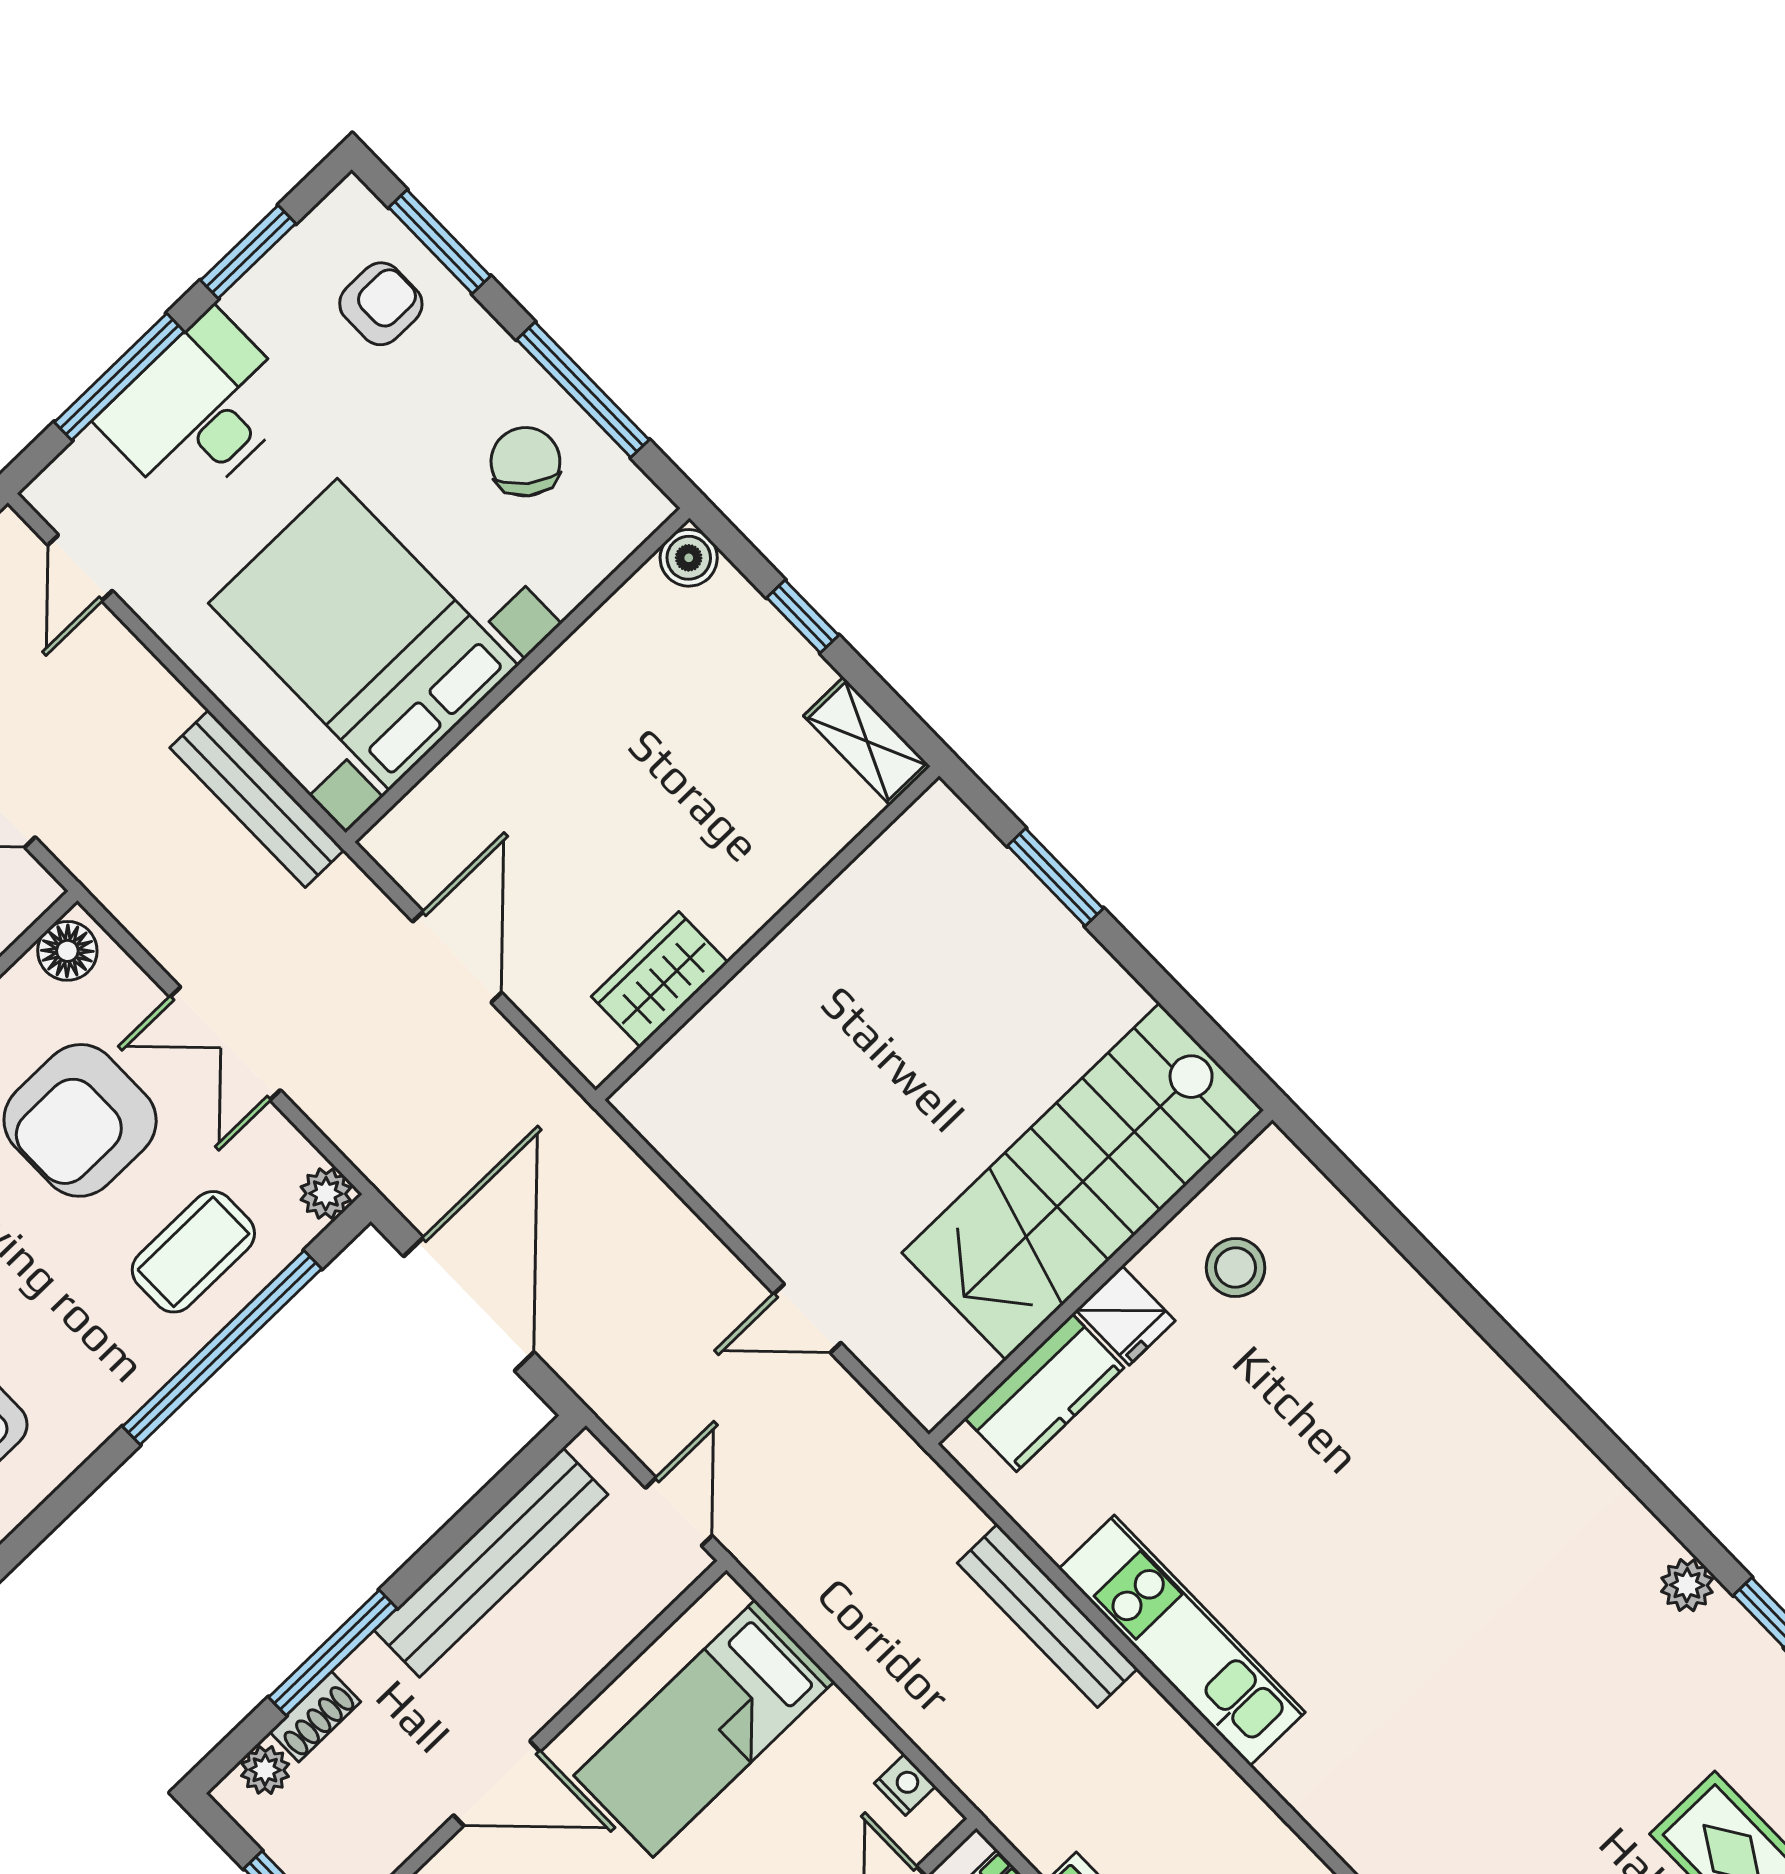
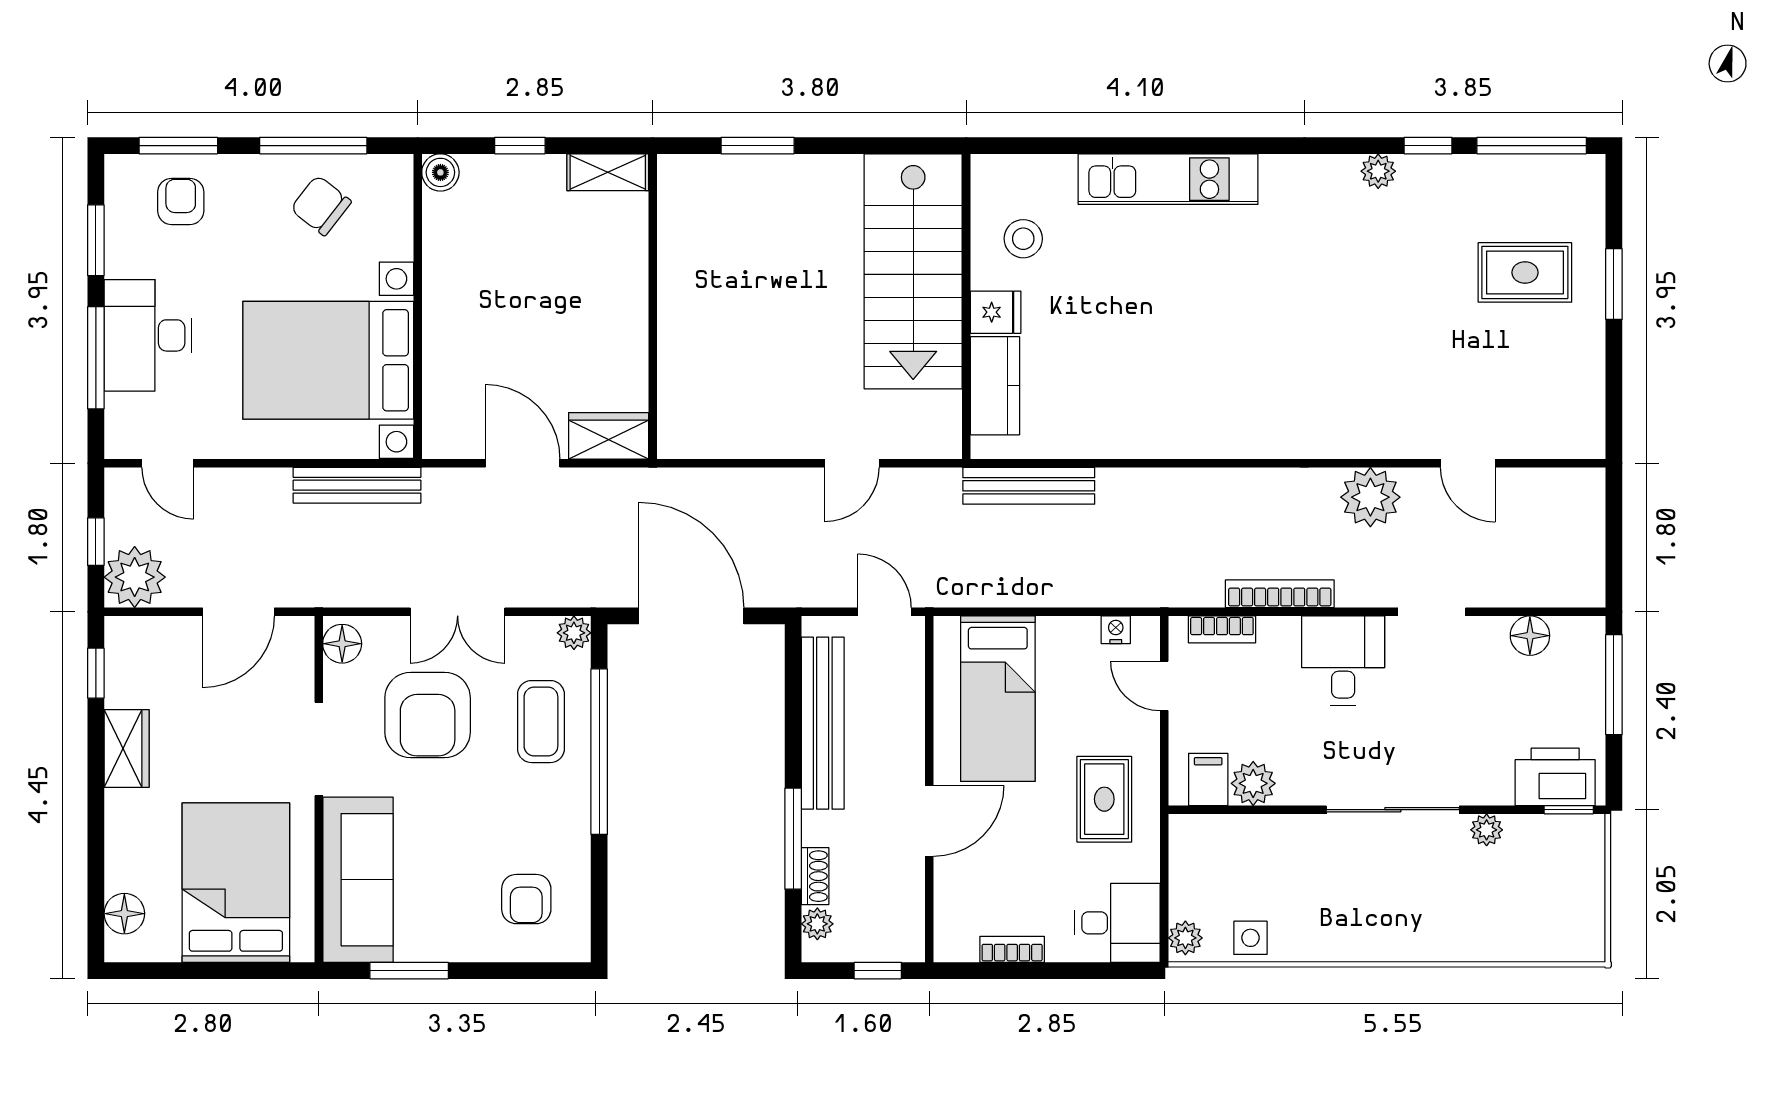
wardrobe: (660, 979) -> (609, 436), moved, turned 90
bench: (1047, 1616) -> (1029, 486), moved
kitchen unit: (1182, 1640) -> (1168, 179), moved, turned 180

